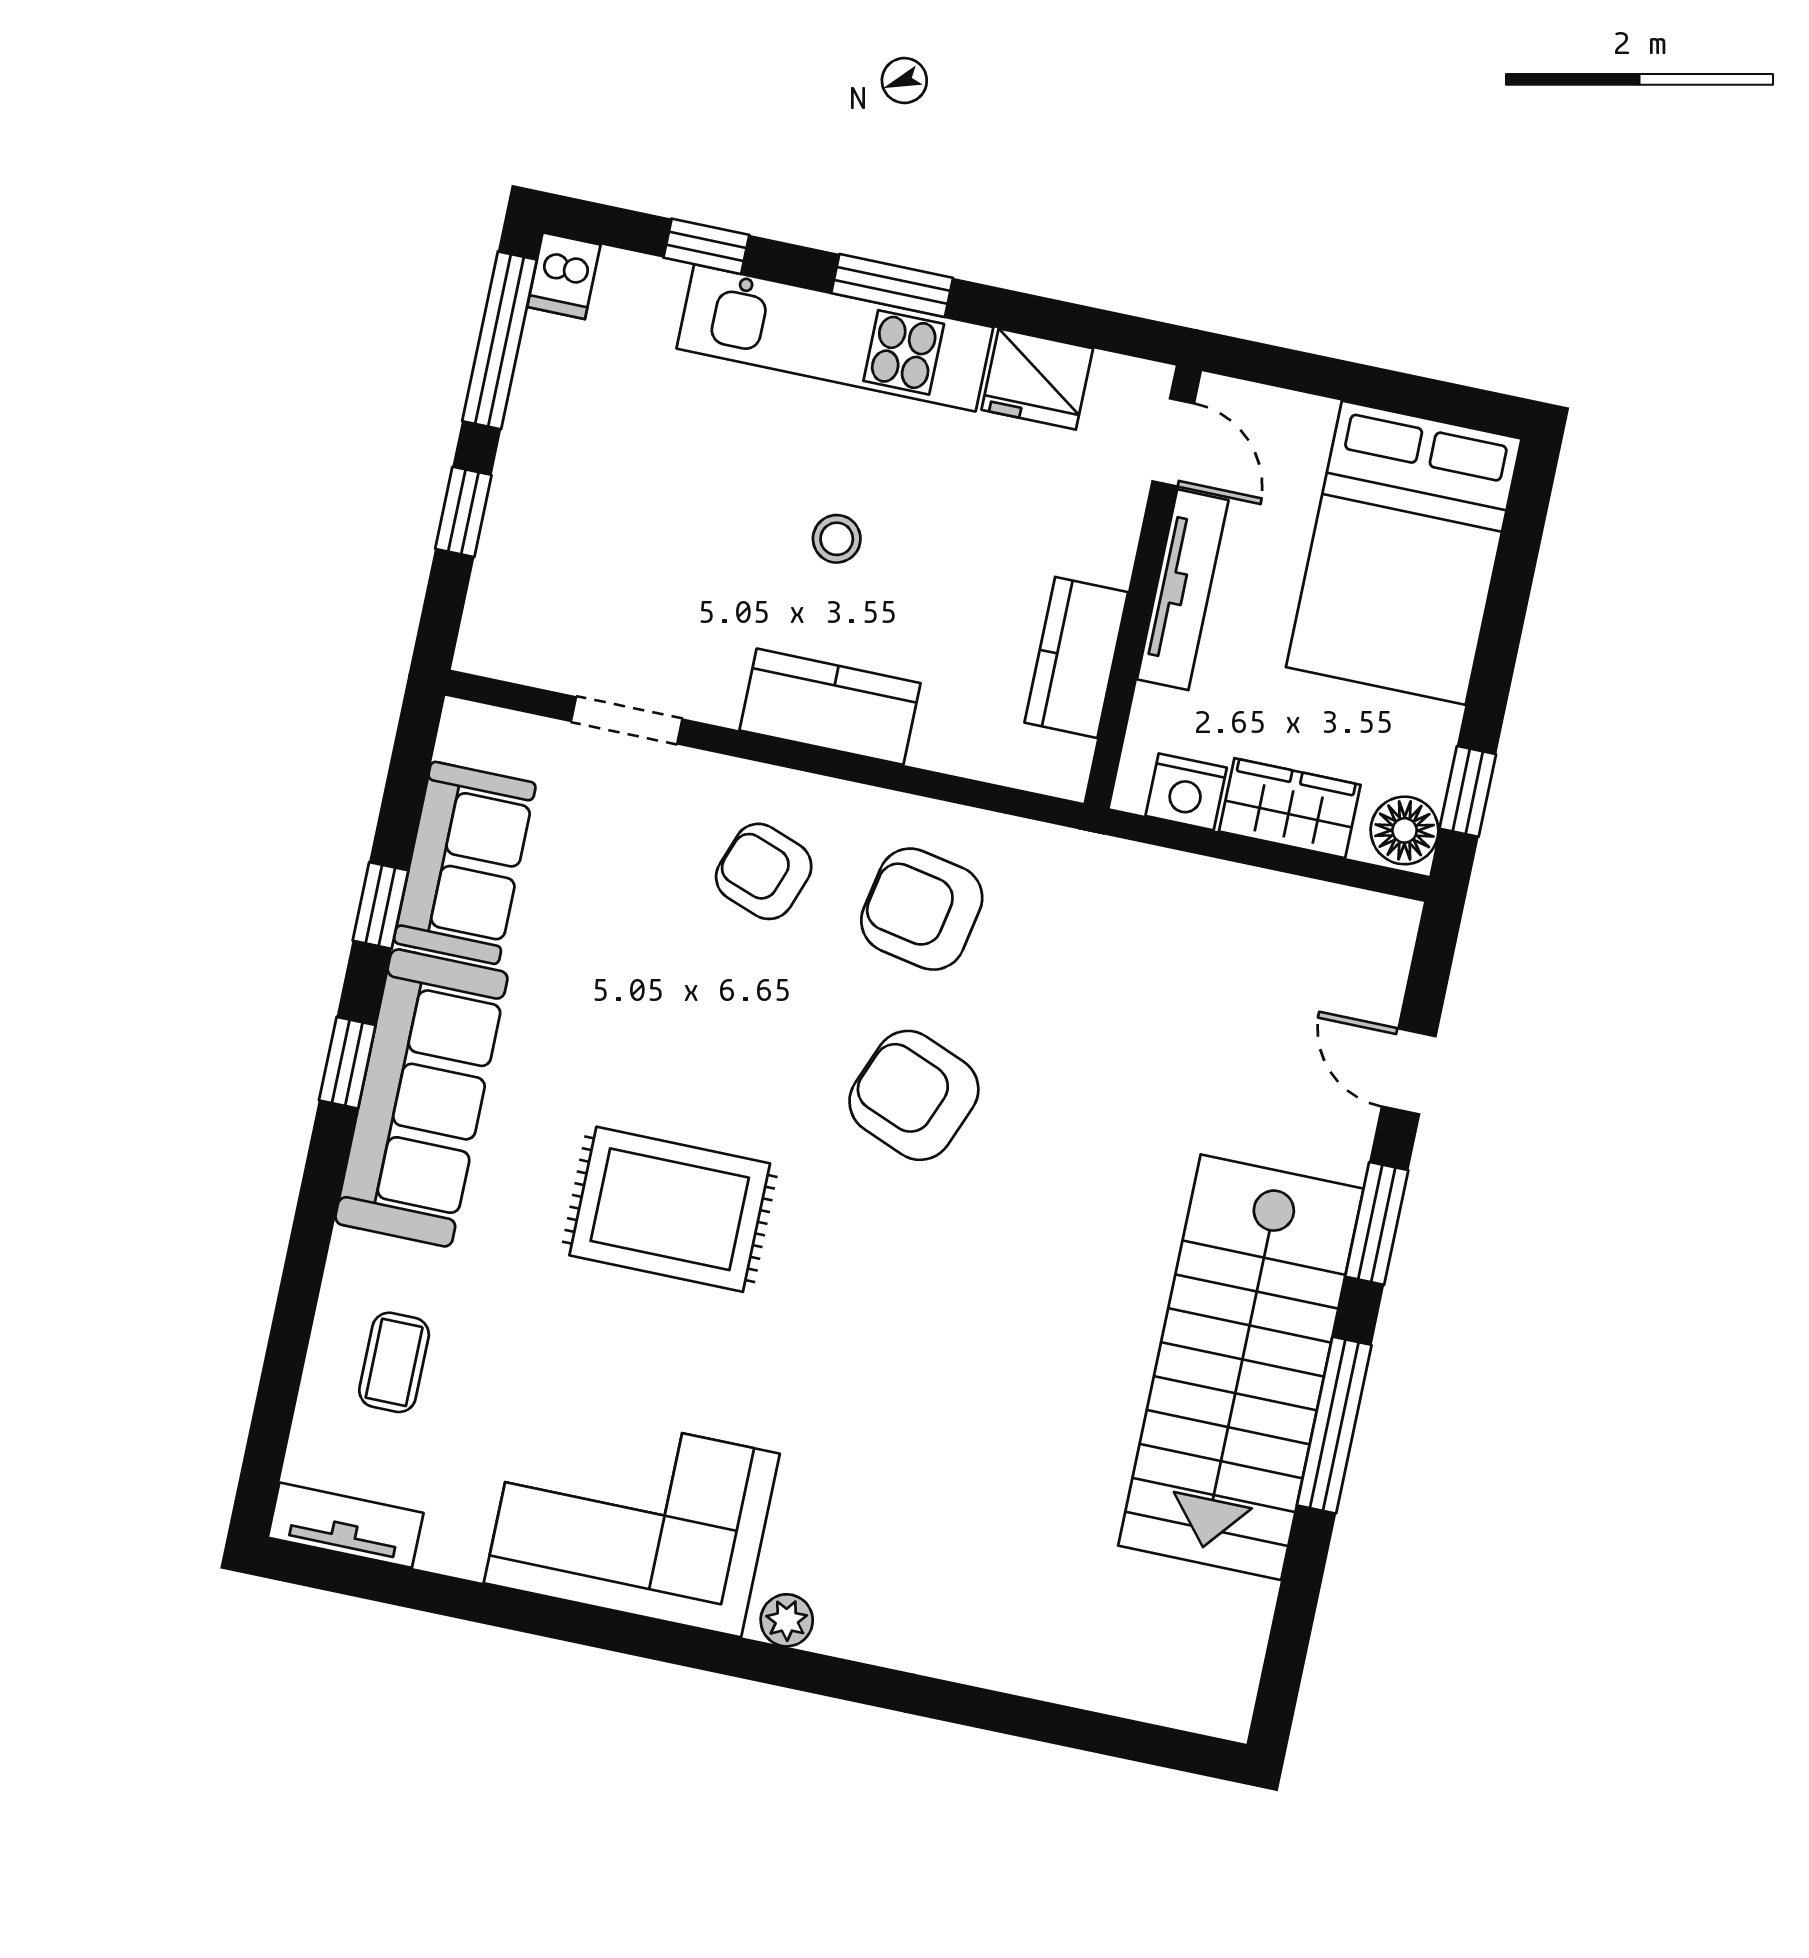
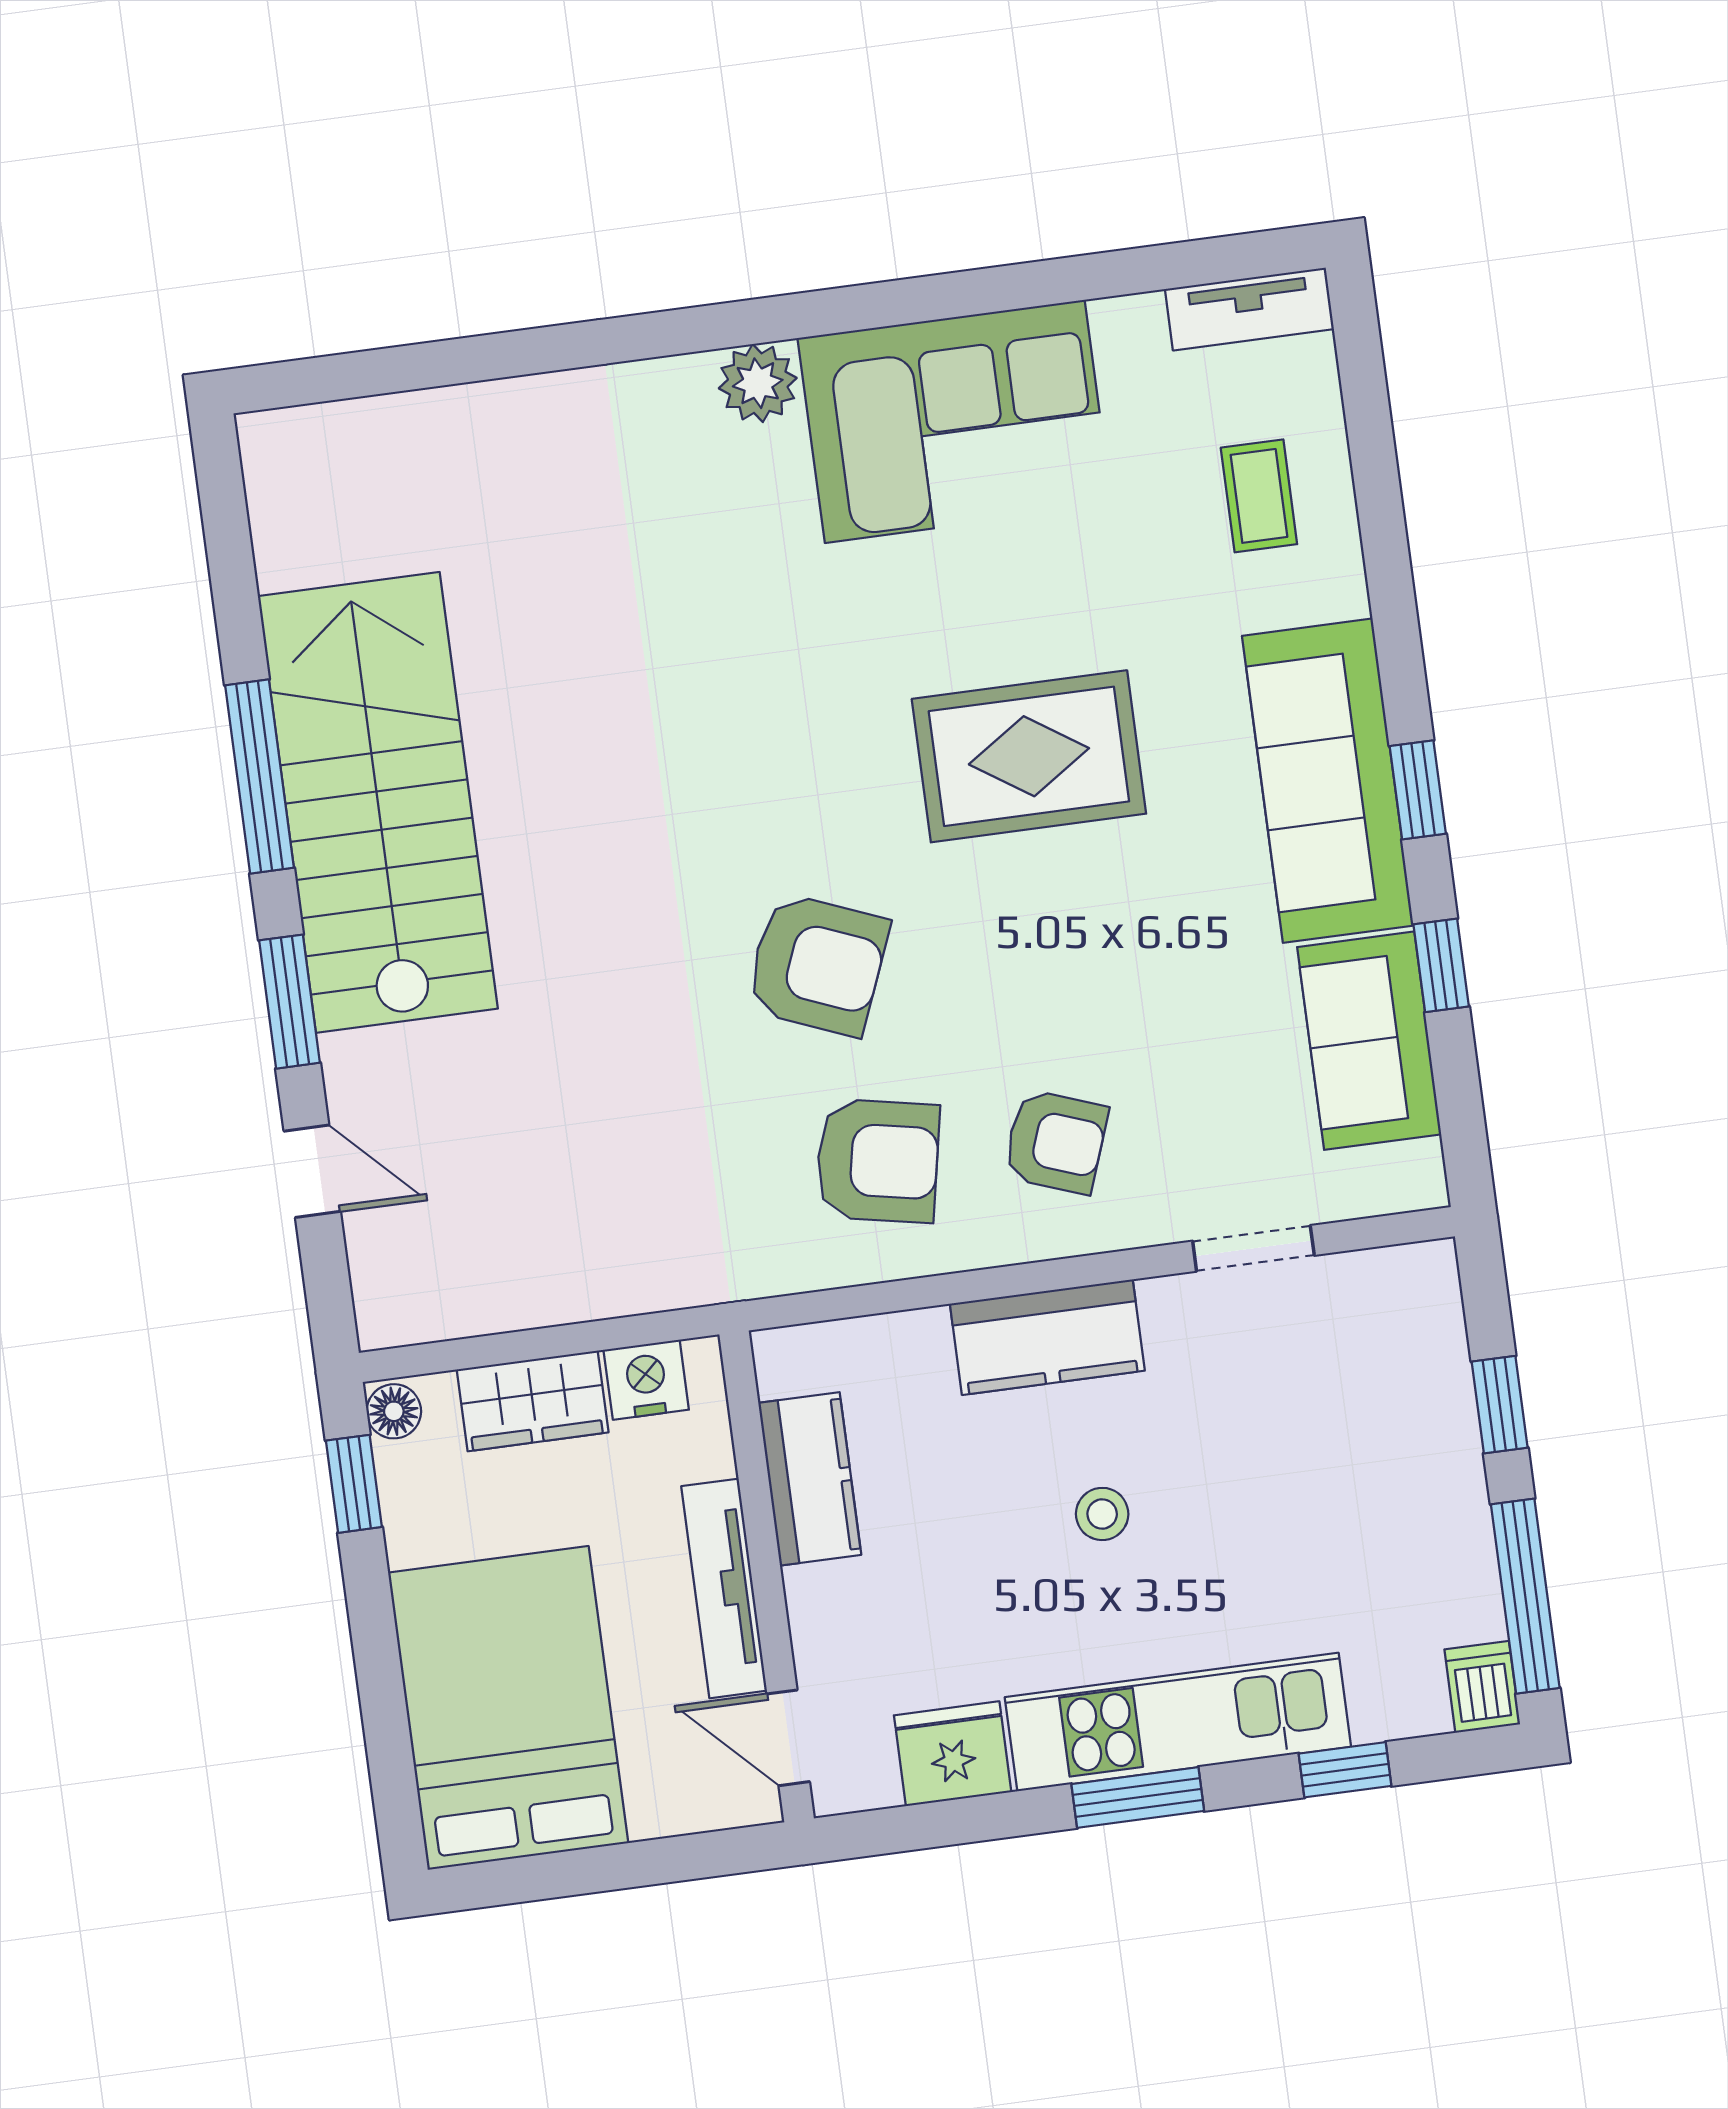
floor lamp: (1405, 830) -> (394, 1411), width x0.73, depth x0.73
plant: (787, 1620) -> (758, 383), width x1.38, depth x1.38

